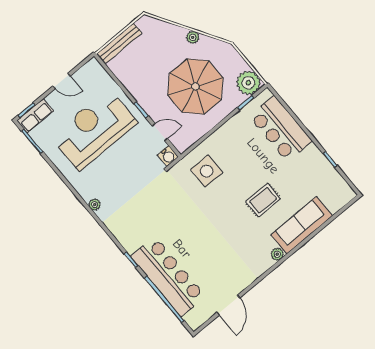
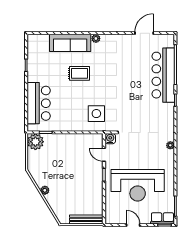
parasol: (195, 86) -> (65, 163), removed

